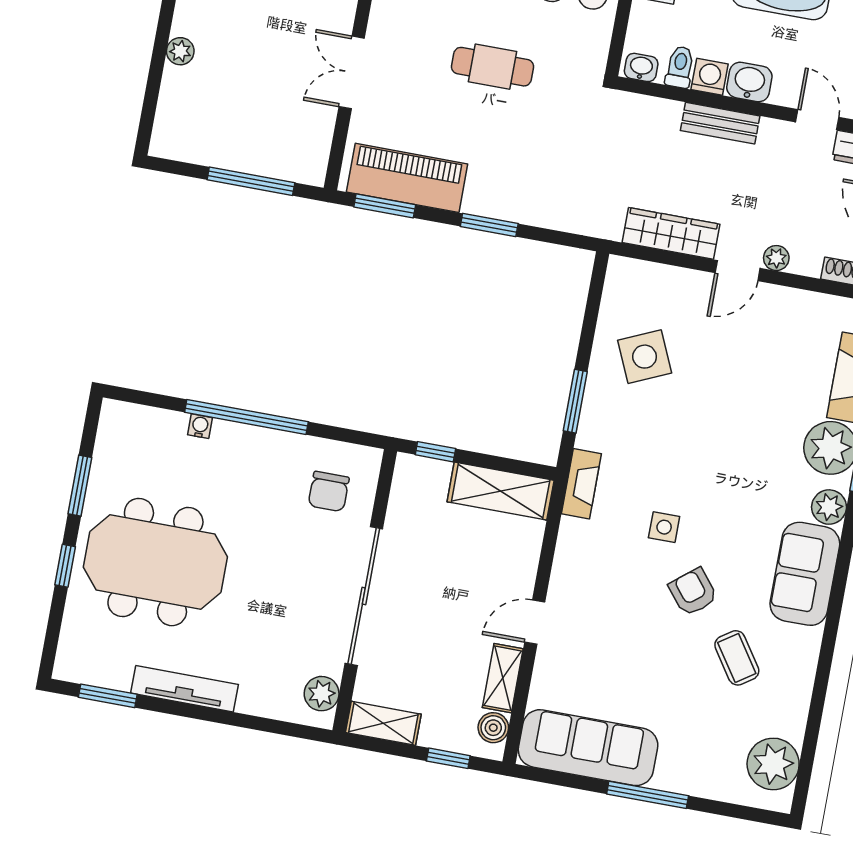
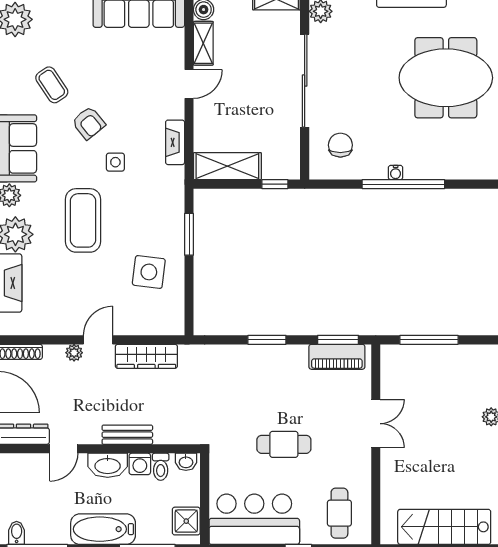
washbasin: (749, 82) -> (108, 465), width x1.38
door: (817, 120) -> (64, 449), hinge flipped
piano: (407, 178) -> (337, 357), width x0.73, depth x0.75
side table: (645, 357) -> (149, 272), turned 31
water cooler: (200, 426) -> (396, 173), moved
coffee table: (727, 450) -> (83, 220), added
fireplace: (581, 484) -> (175, 142), moved

